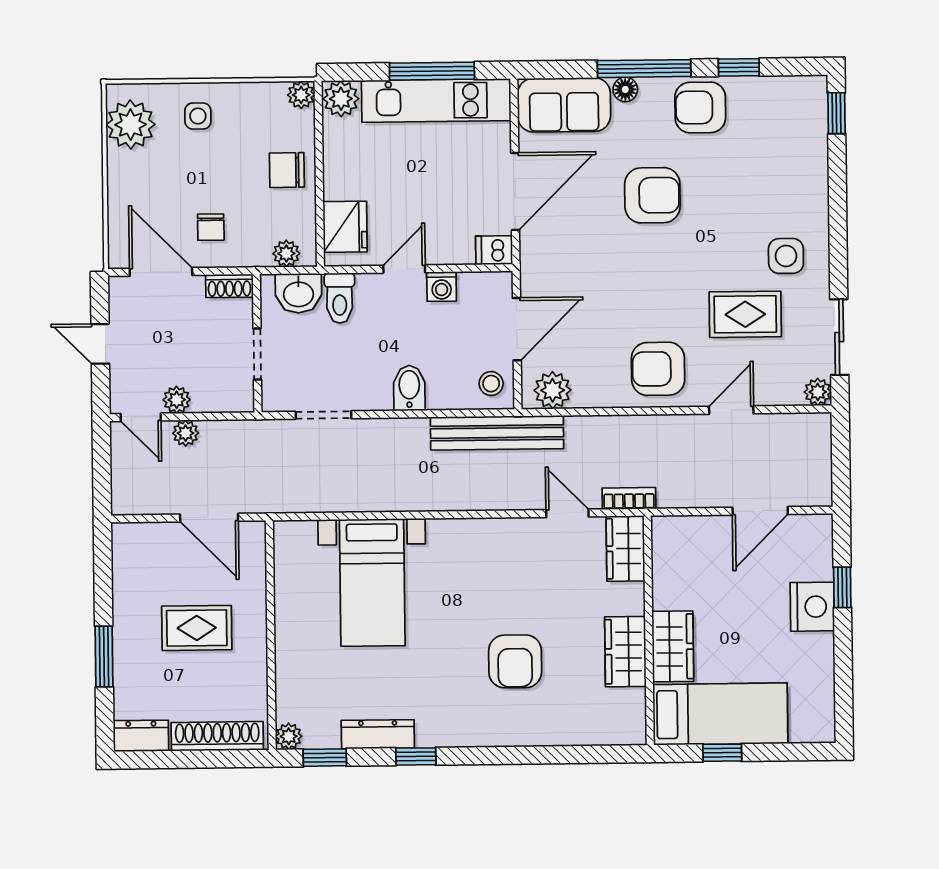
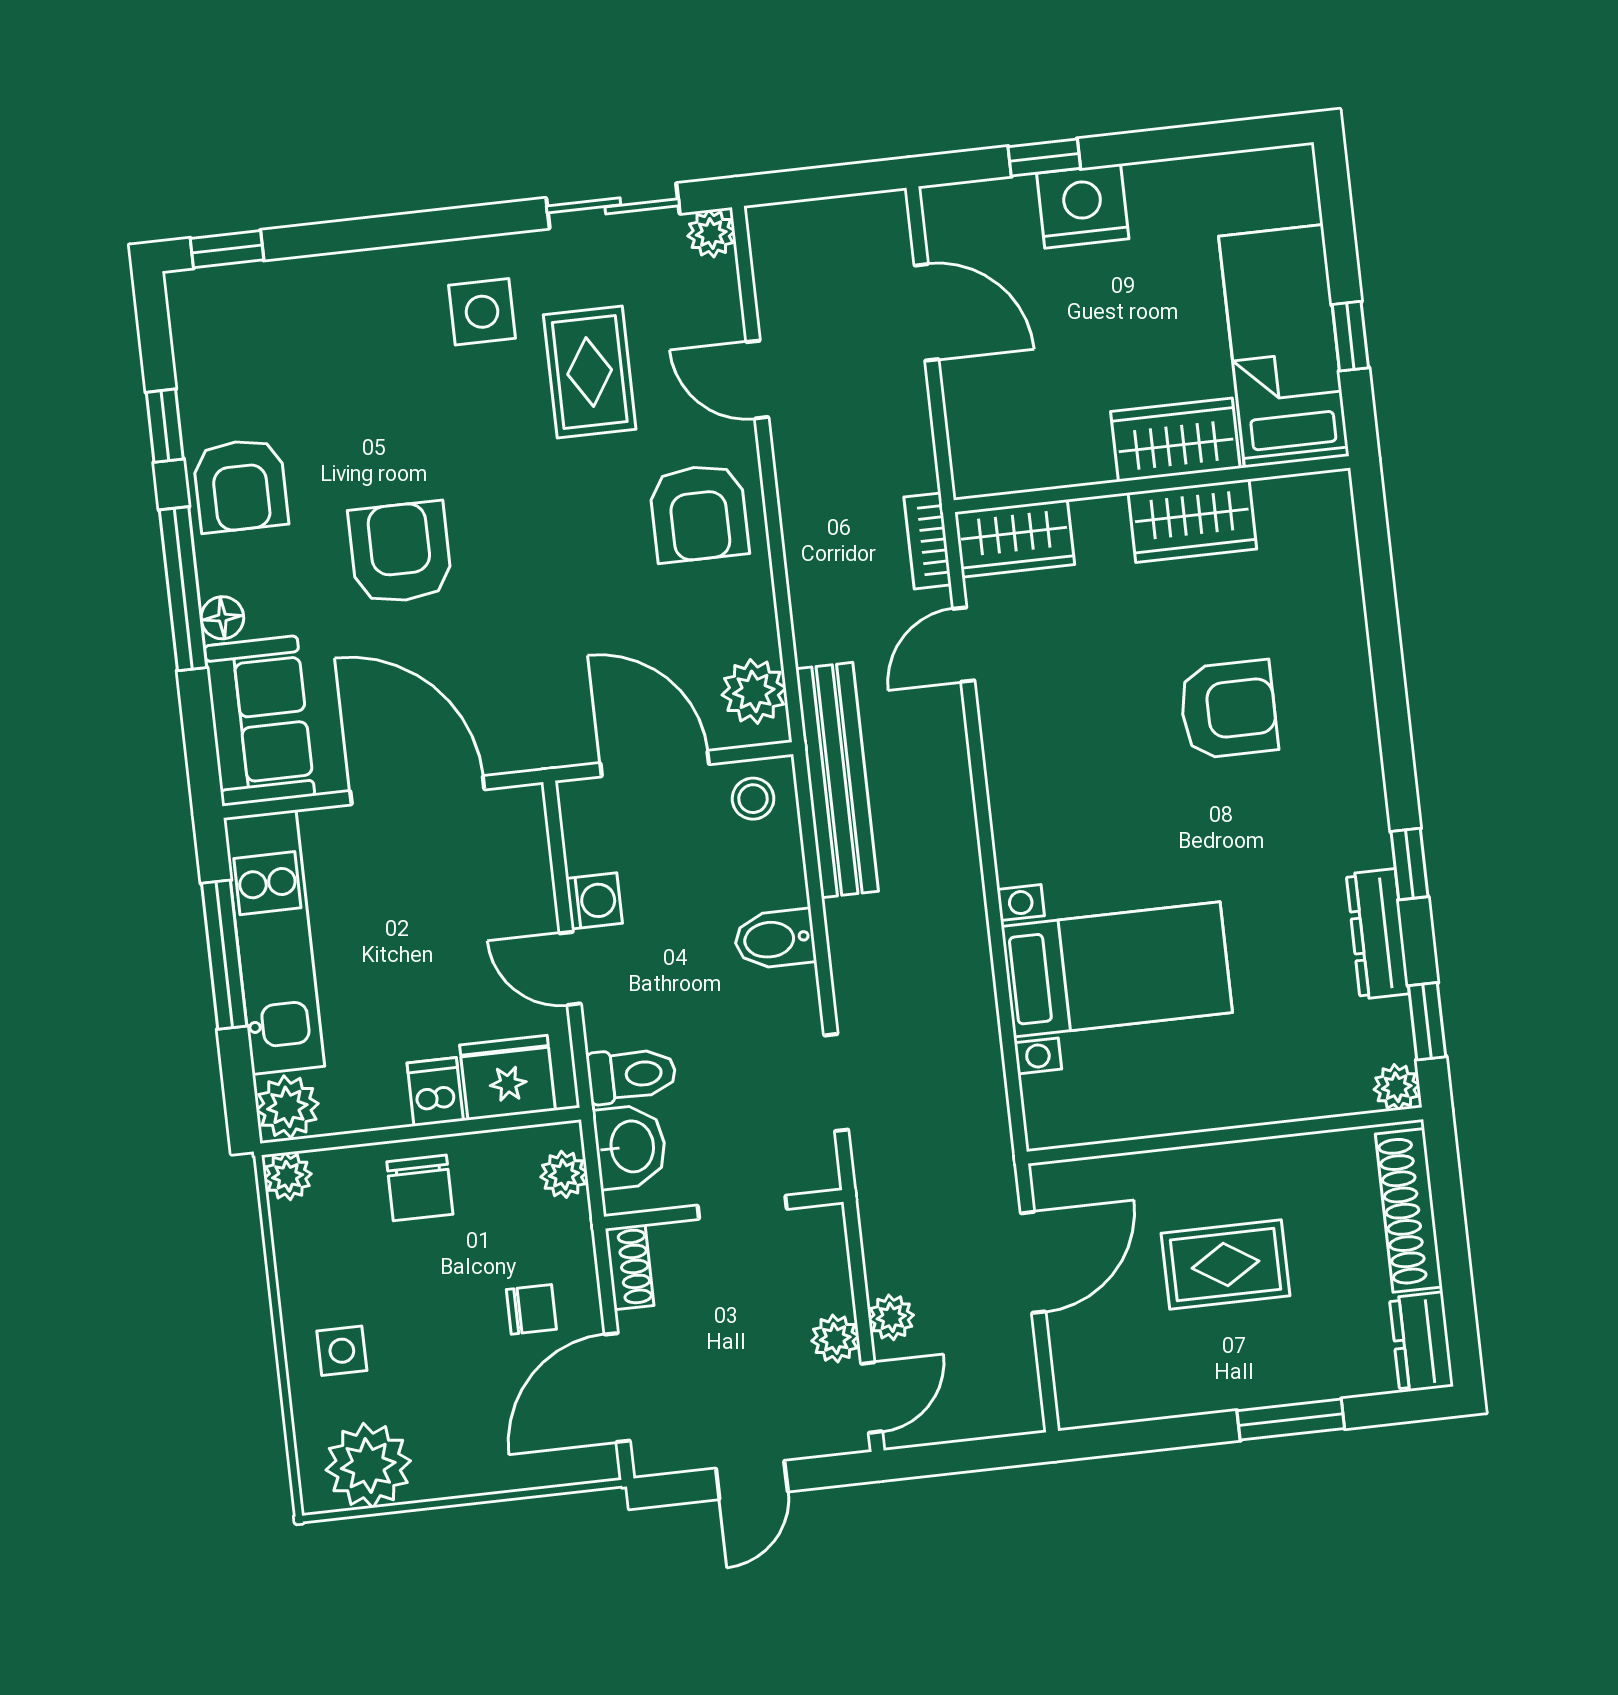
dishwasher: (494, 250) -> (435, 1092), moved, turned 180
rug: (197, 628) -> (1225, 1265), turned 90

